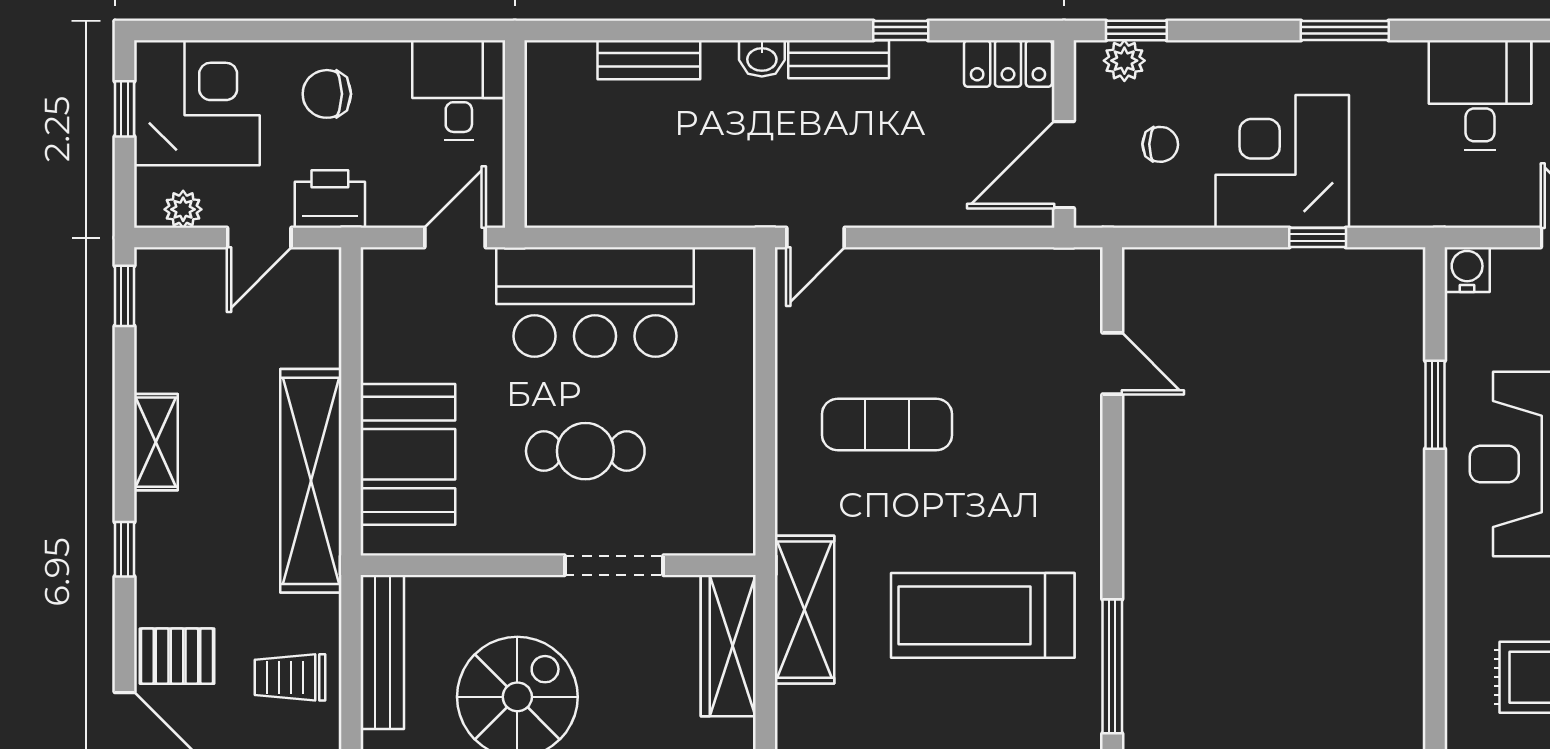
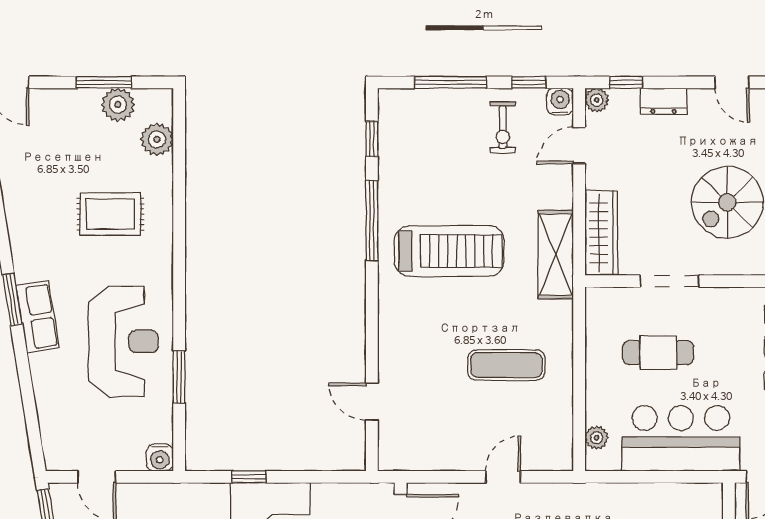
door: (815, 238) -> (503, 477), moved
plant: (736, 303) -> (597, 438), added
cafe table: (585, 451) -> (658, 353), moved

